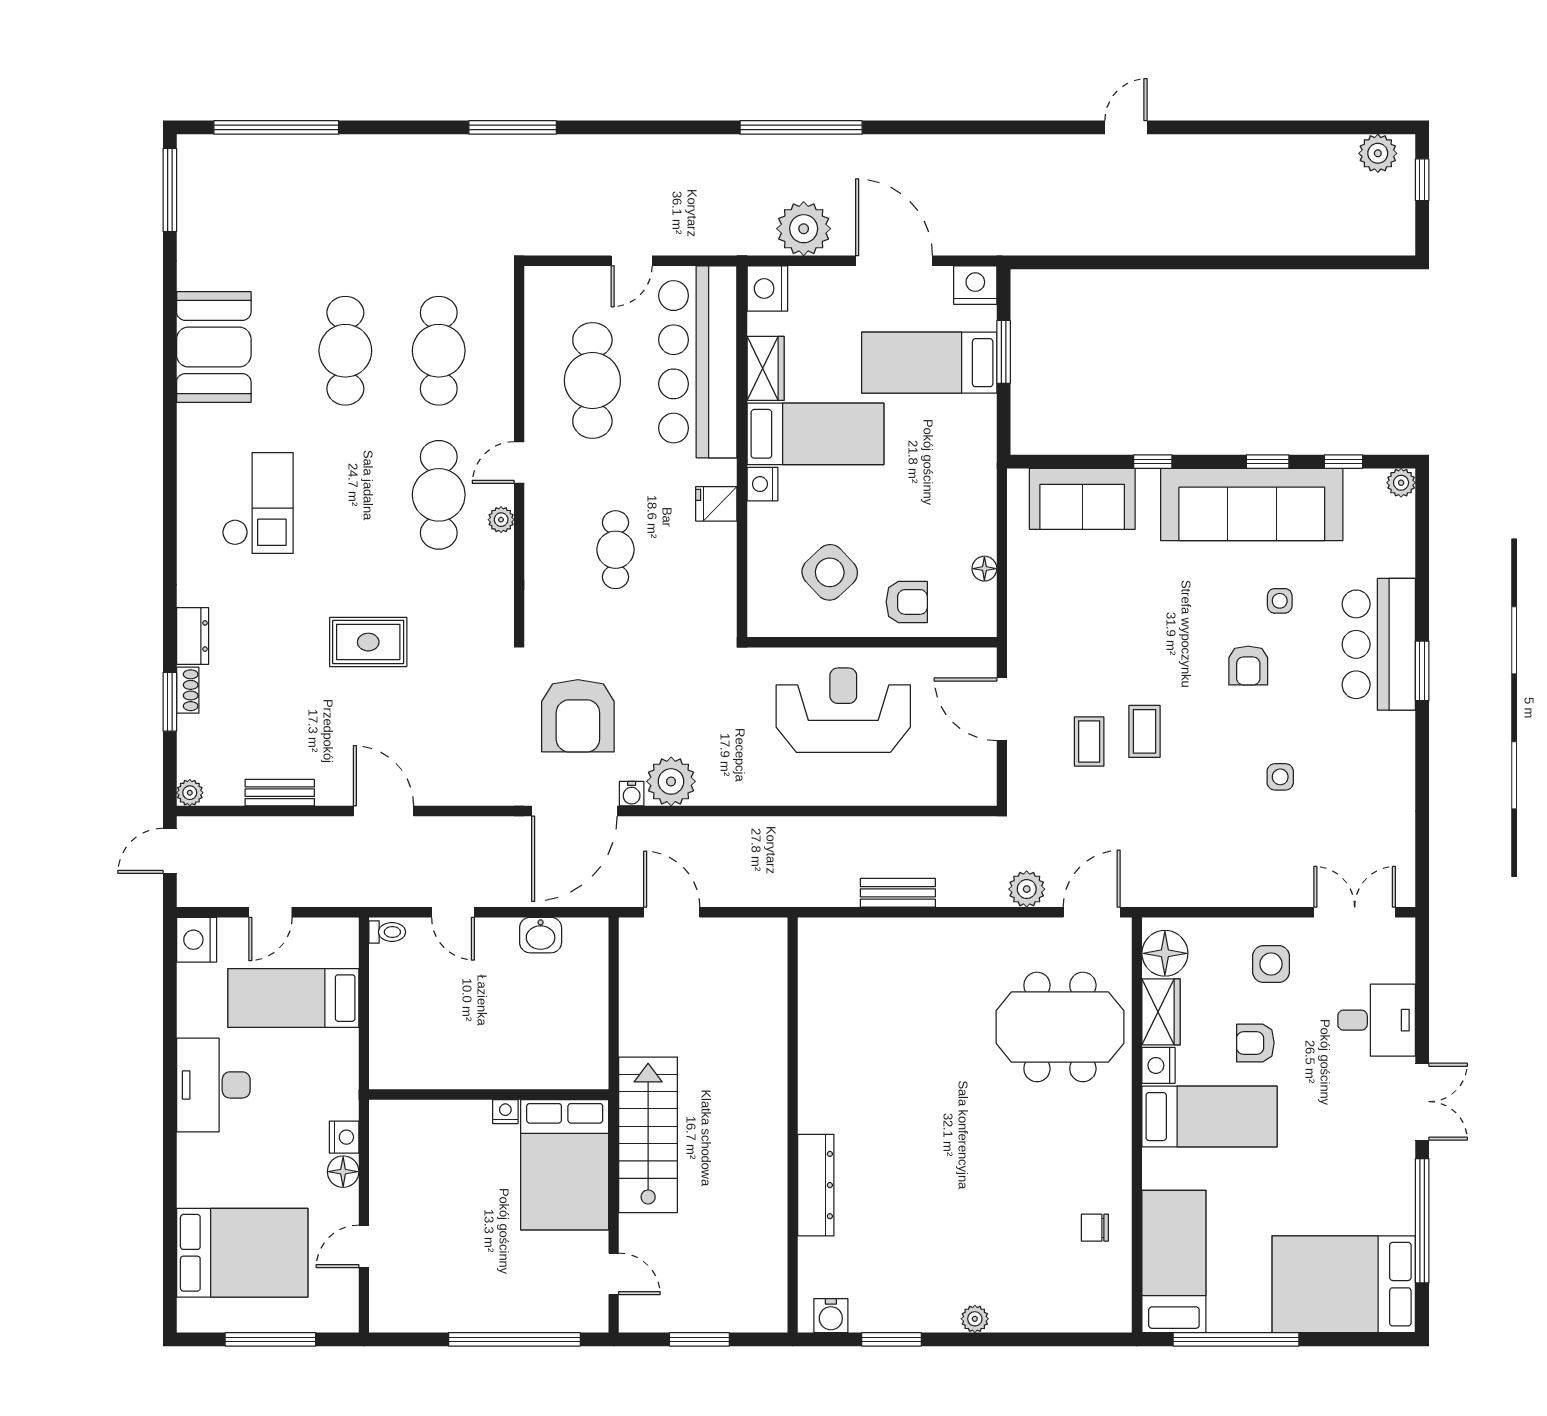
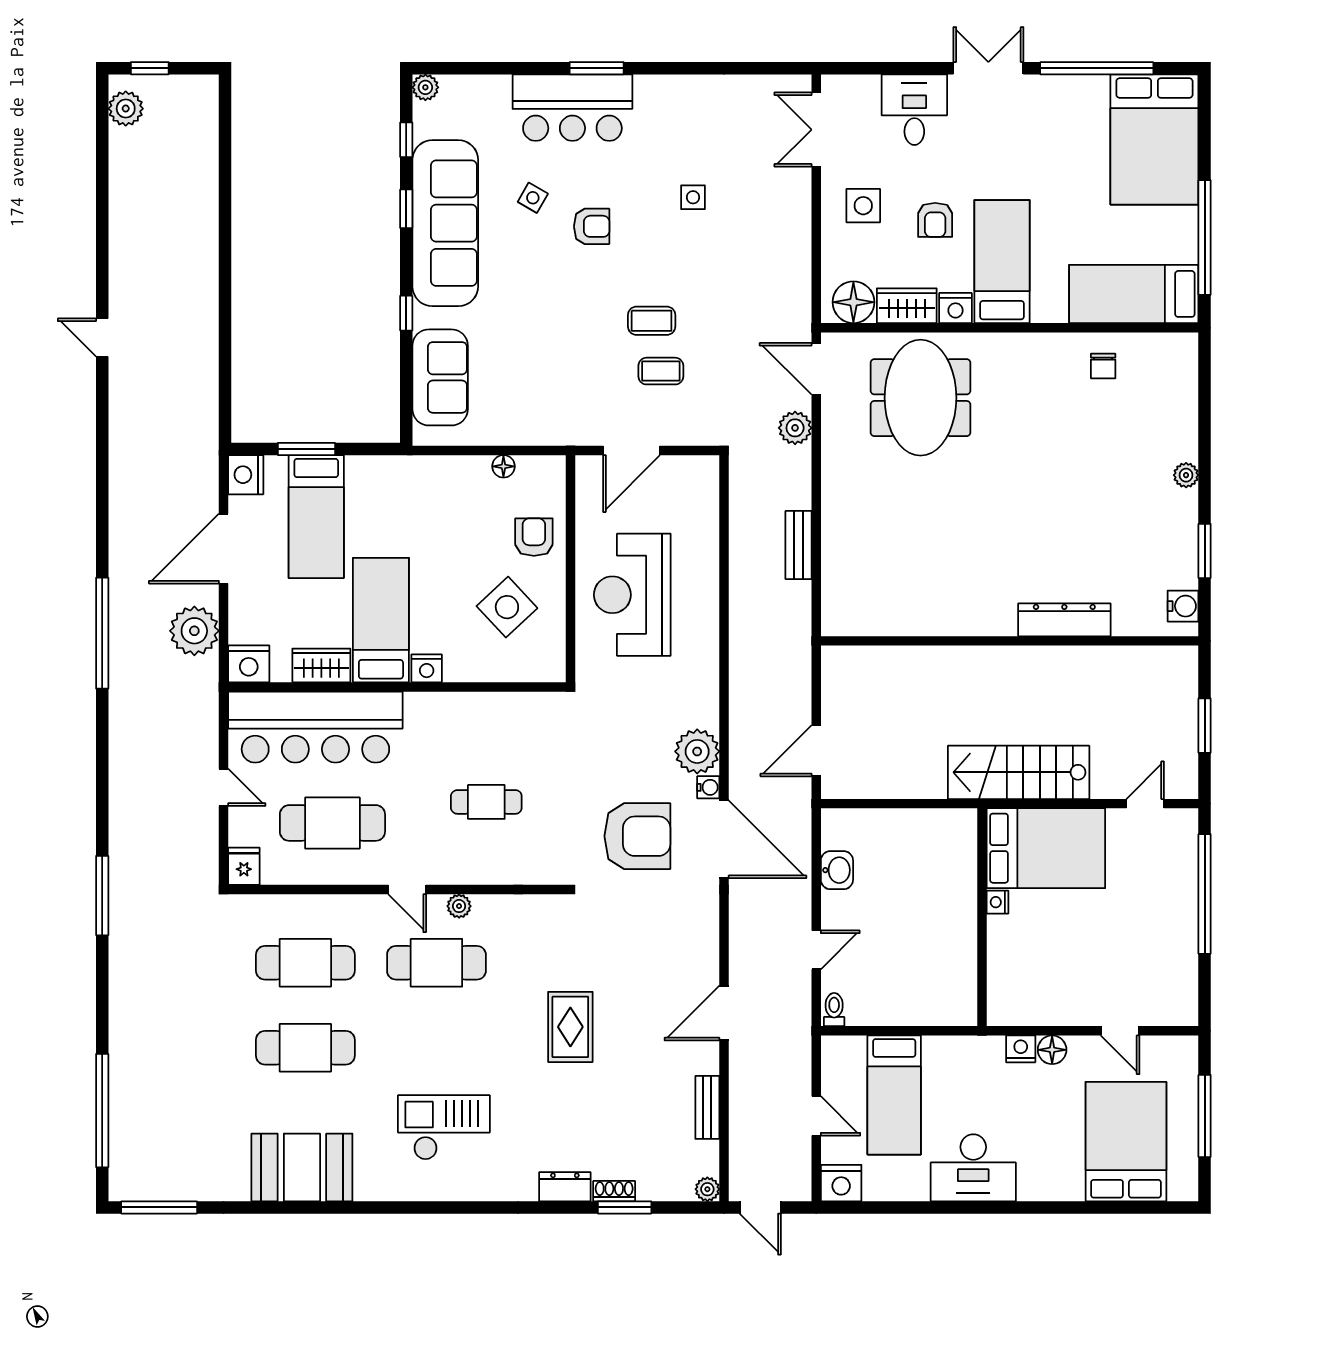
fridge: (716, 504) -> (244, 866), moved, turned 180
side table: (1280, 601) -> (533, 198), turned 30

